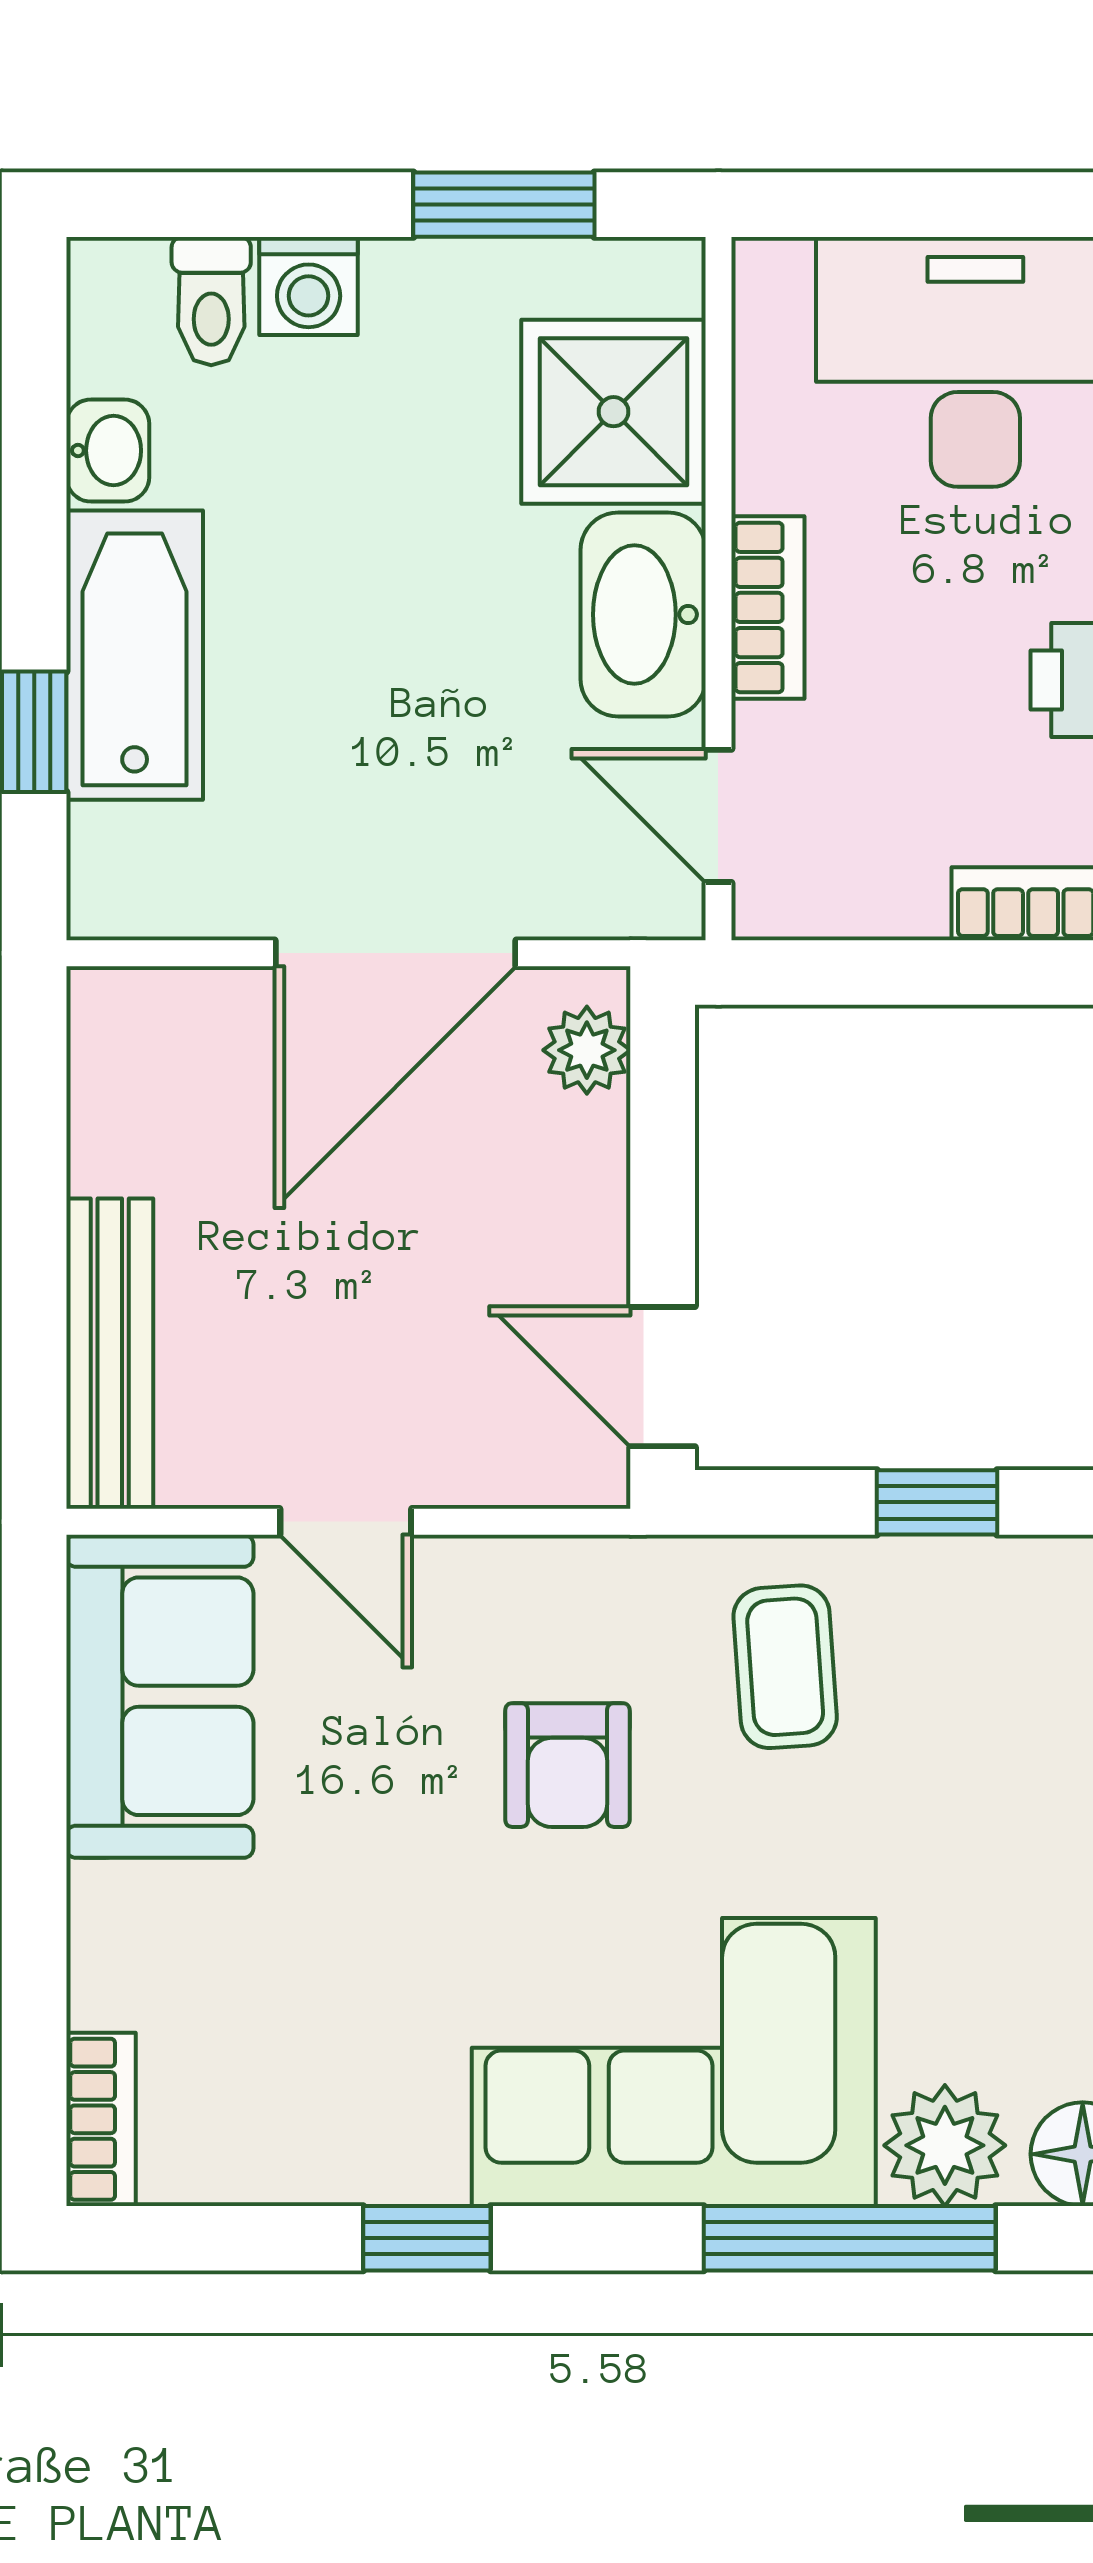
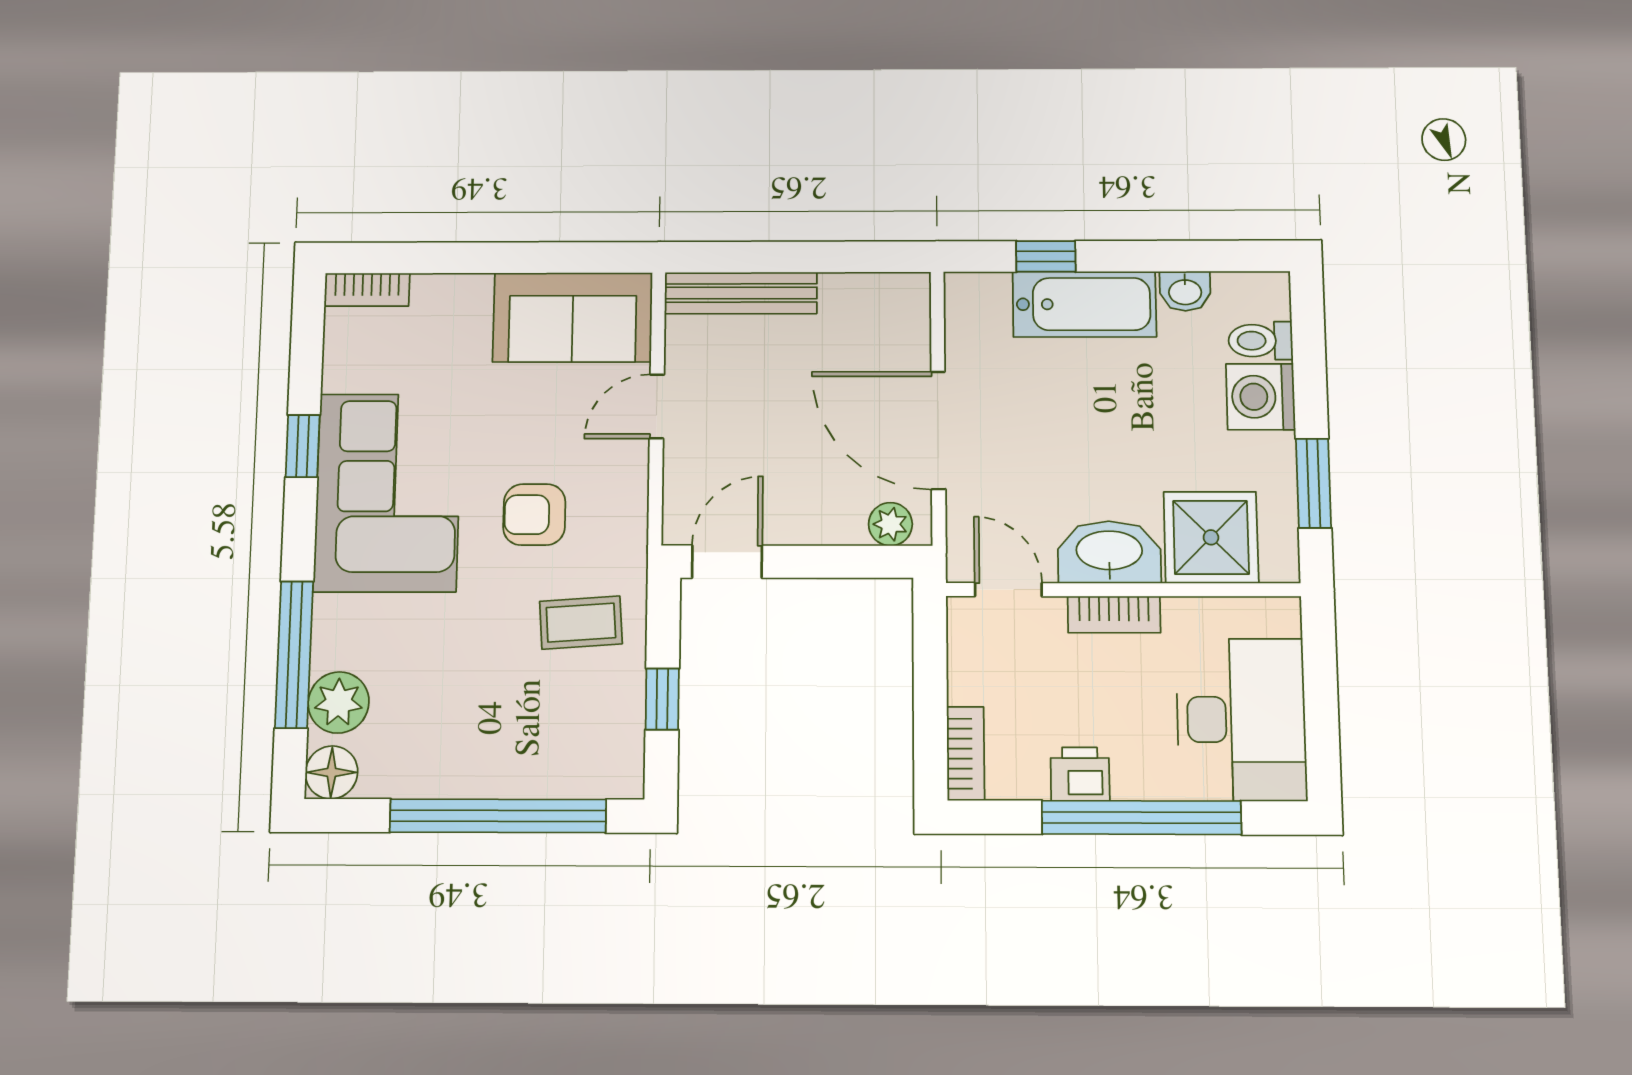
washing machine: (309, 286) -> (1261, 397), width x1.38, depth x1.38
door: (718, 816) -> (1008, 590), hinge flipped
corner sofa: (674, 2062) -> (388, 493), moved

